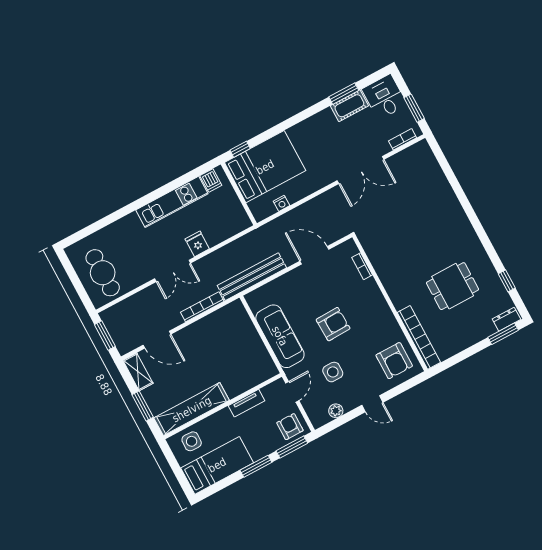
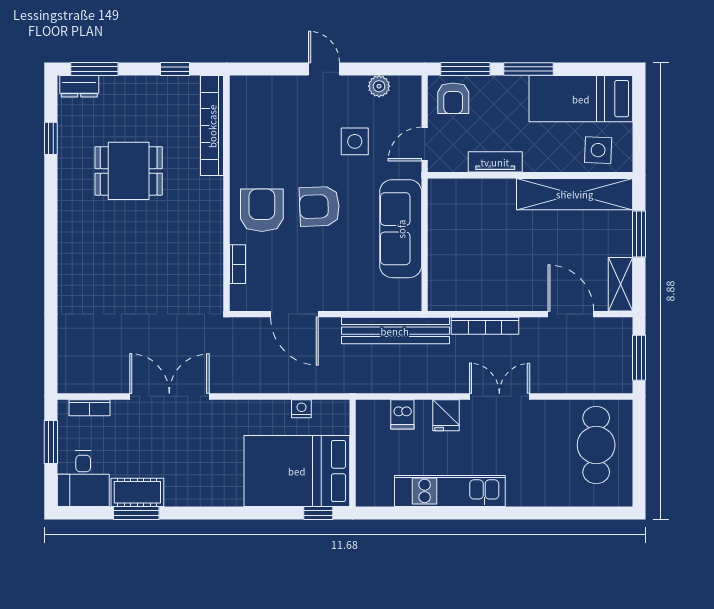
dishwasher: (211, 181) -> (402, 414), moved, turned 180
window: (457, 358) -> (175, 69), added
armchair: (394, 361) -> (262, 210), moved

